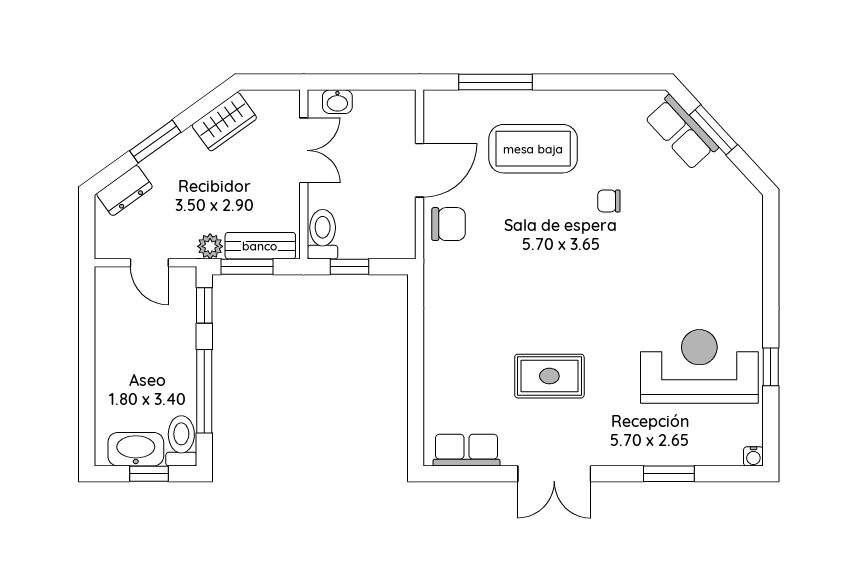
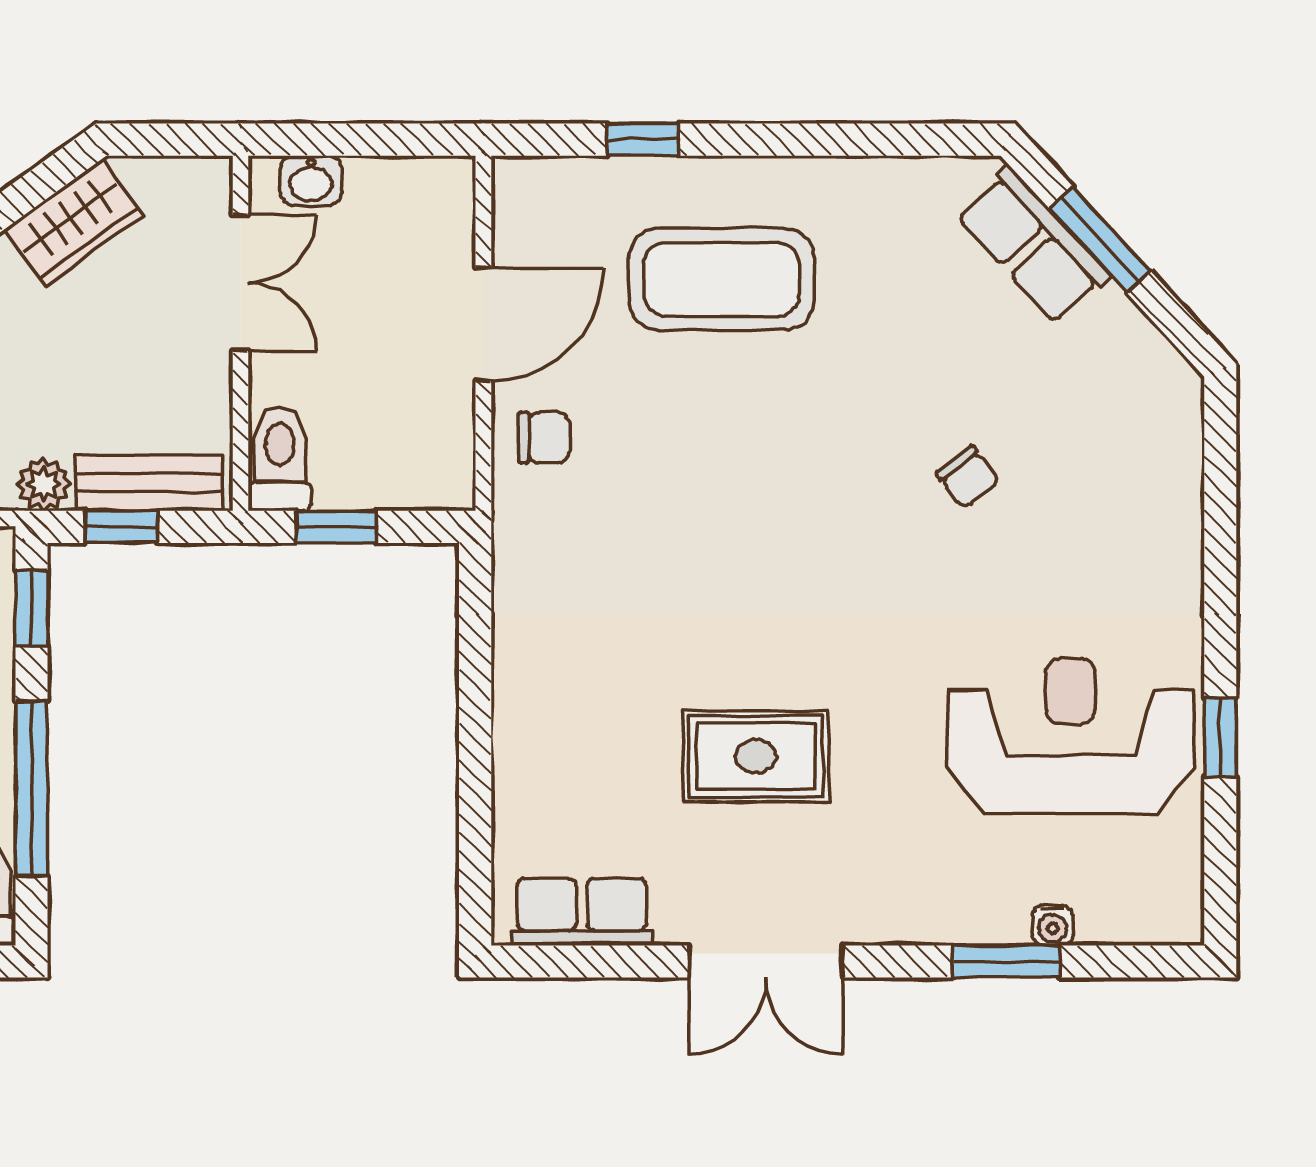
window: (495, 82) -> (643, 140), width x0.46
chair: (609, 201) -> (968, 477), moved, turned -128
chair: (449, 224) -> (544, 437), width x0.73, depth x0.73
window: (247, 267) -> (121, 527), width x0.67
water cooler: (753, 456) -> (1052, 925), moved

